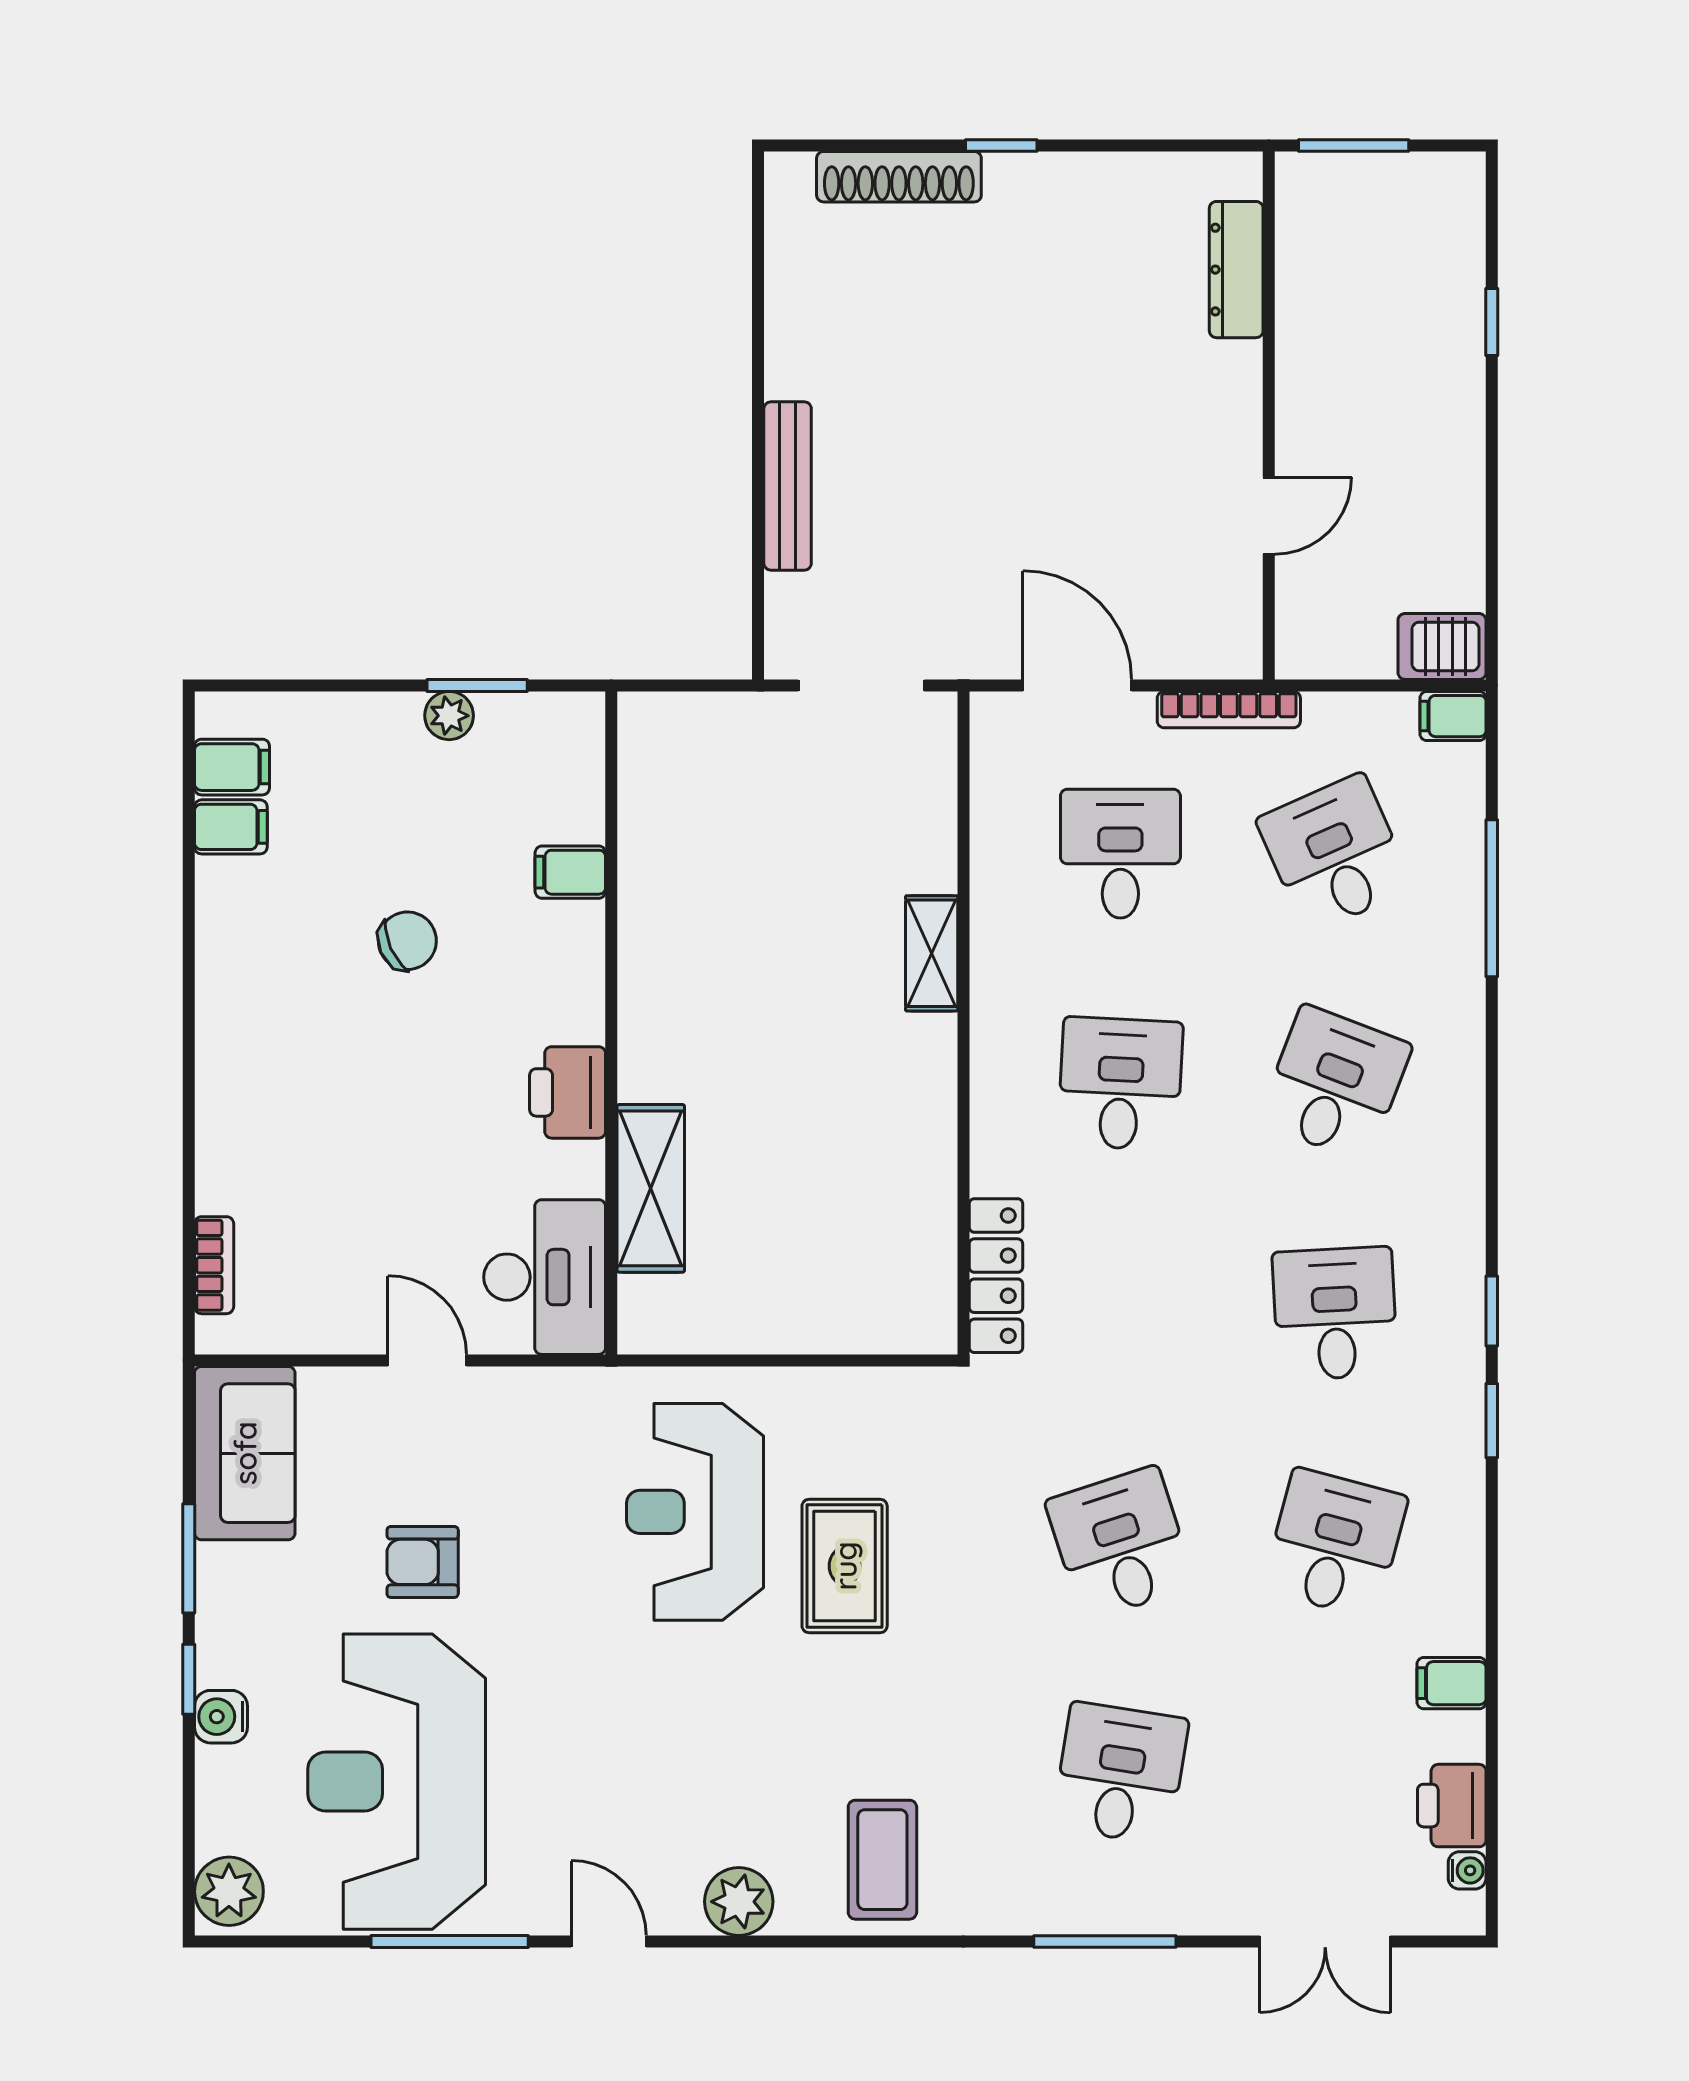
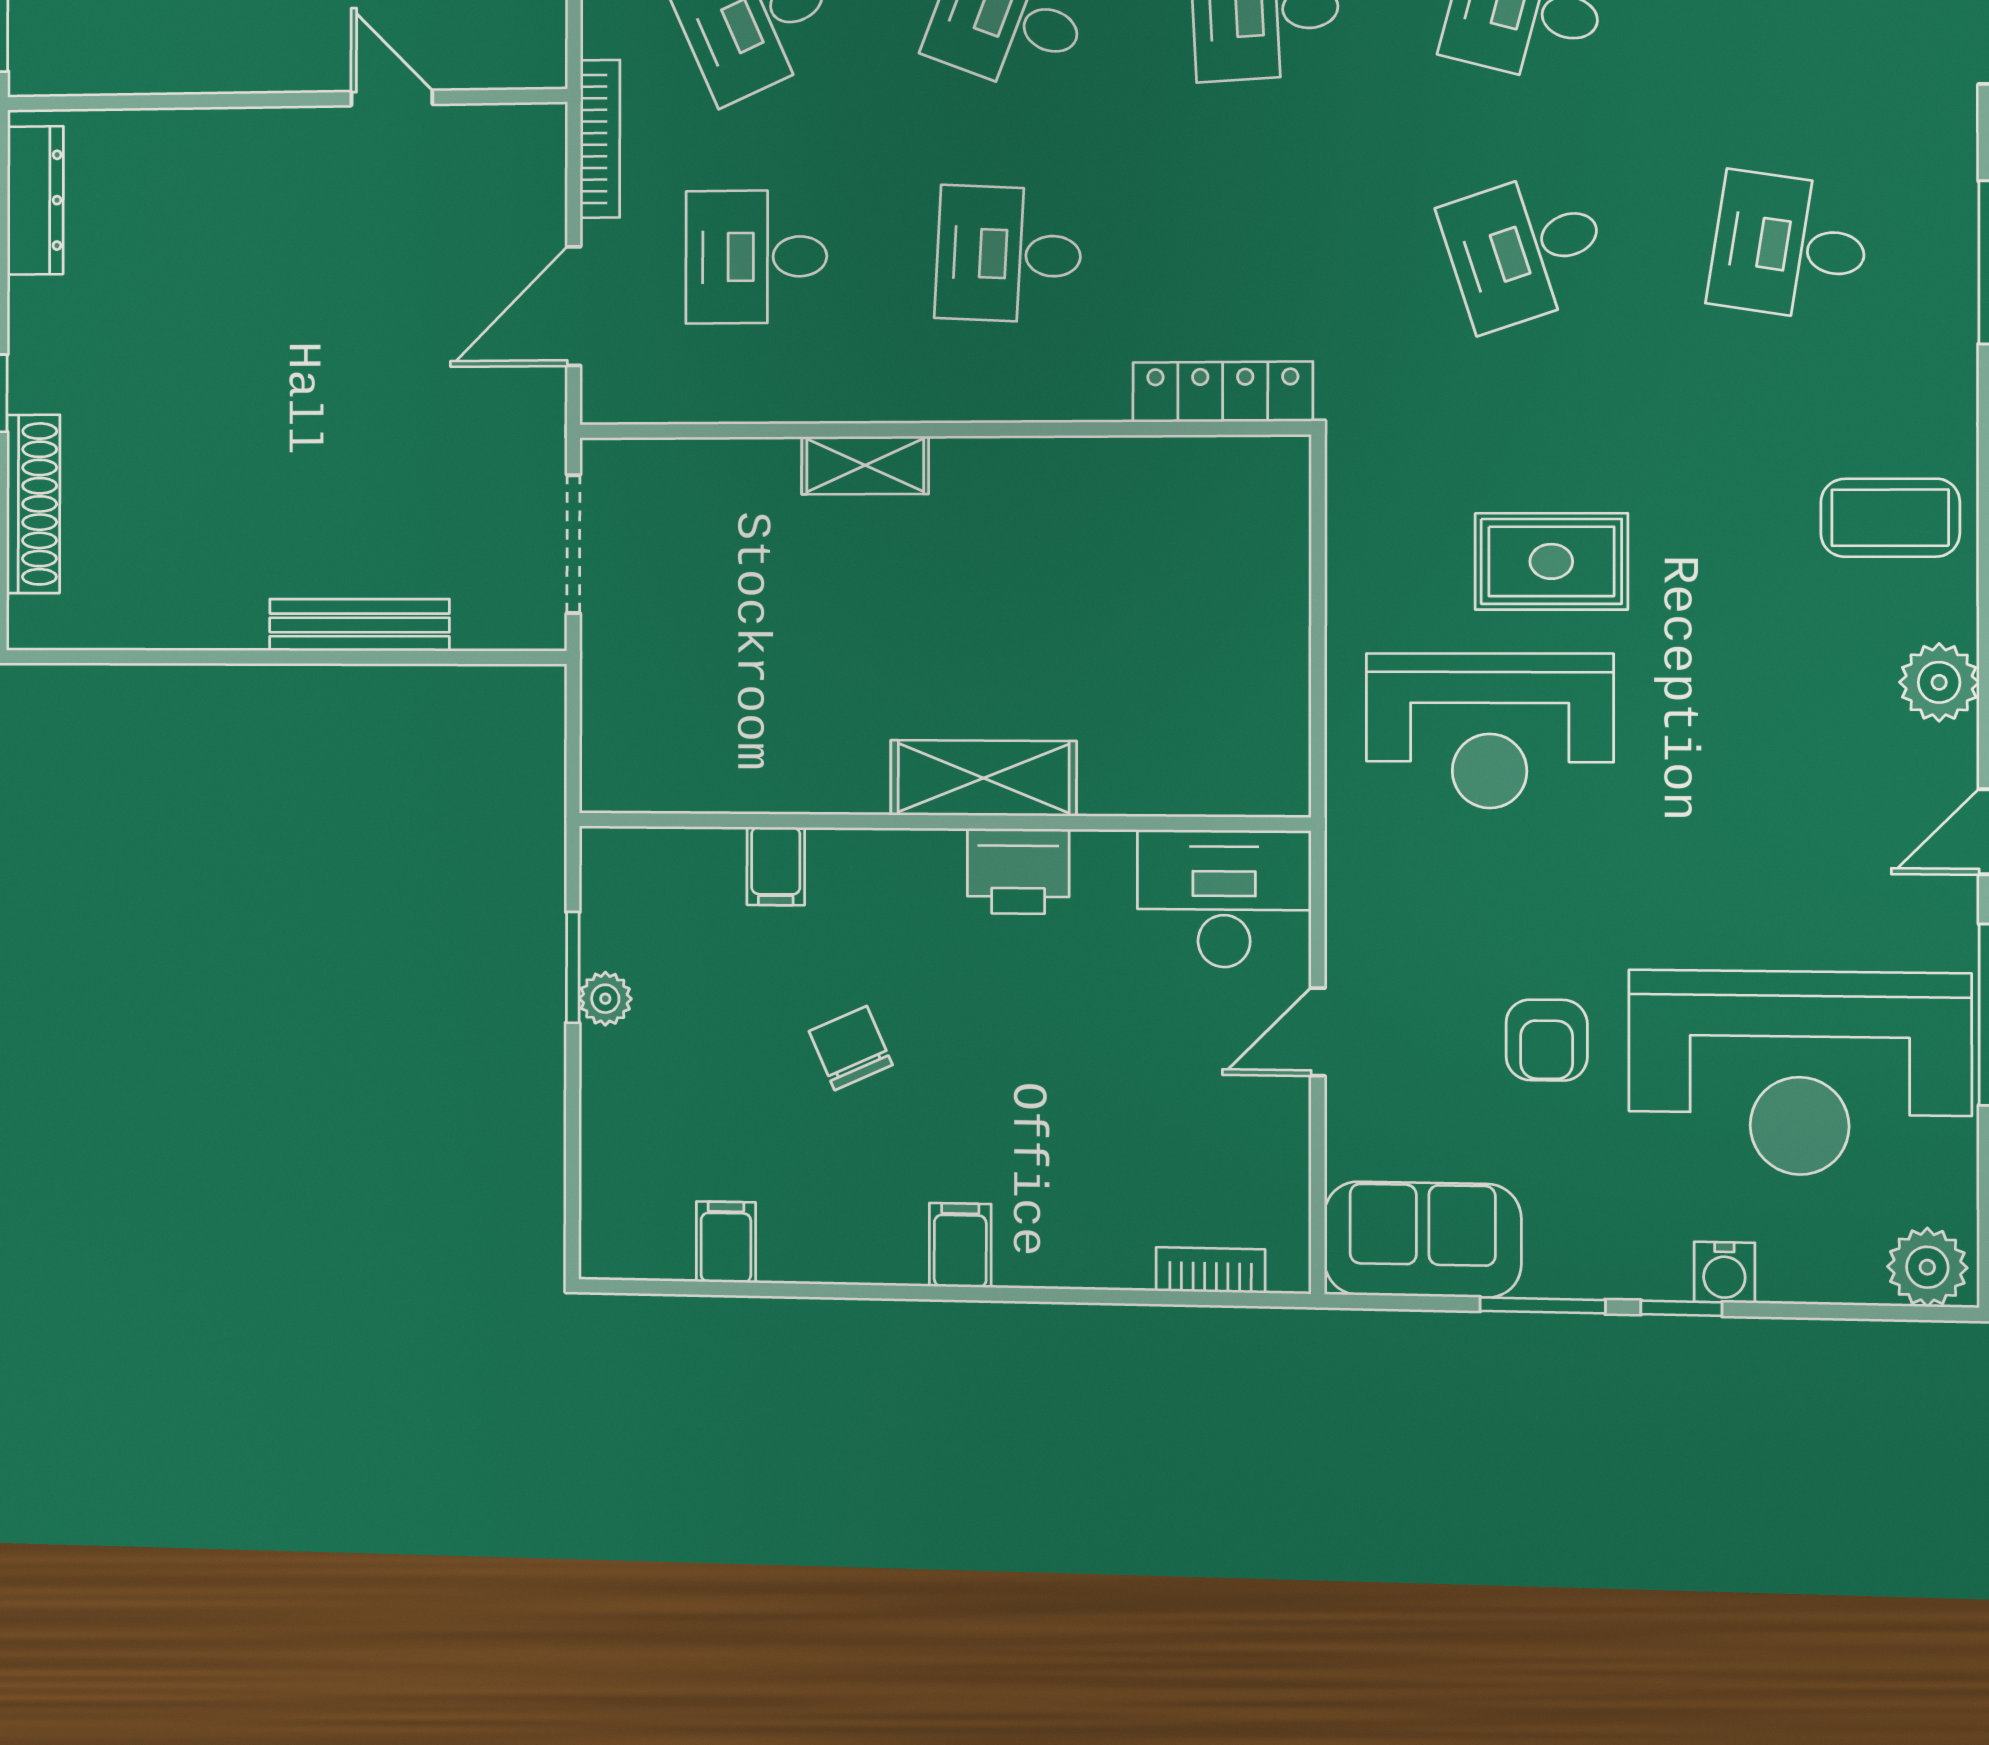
dresser: (1236, 270) -> (35, 200), moved, turned -90
filing cabinet: (232, 767) -> (960, 1245), moved
shelving: (651, 1188) -> (983, 778), moved

